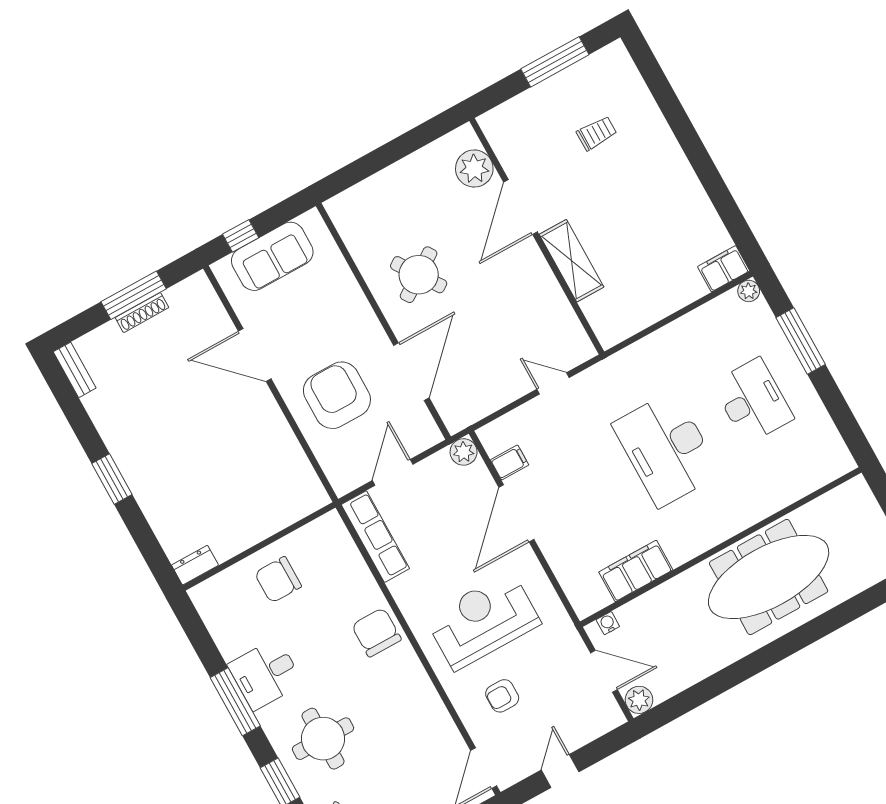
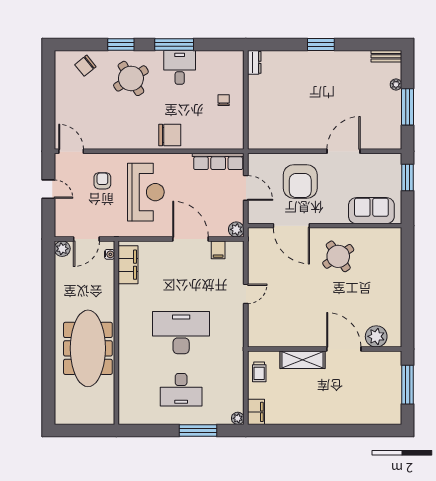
trolley: (597, 133) -> (259, 372), moved
plant: (474, 169) -> (376, 336), moved
door: (520, 207) -> (344, 349), moved
window: (241, 236) -> (408, 178), width x1.50
wall: (537, 236) -> (325, 349), moved
sofa: (272, 256) -> (371, 211), moved, turned 90
shelving: (572, 261) -> (303, 360), moved
shoe rack: (142, 313) -> (396, 106), removed
plant: (109, 332) -> (396, 84), added
armchair: (337, 395) -> (300, 181), turned 90
filing cabinet: (636, 571) -> (128, 265), moved
chair: (278, 580) -> (224, 100), width x0.54, depth x0.54
round table: (323, 739) -> (131, 78), turned -32

